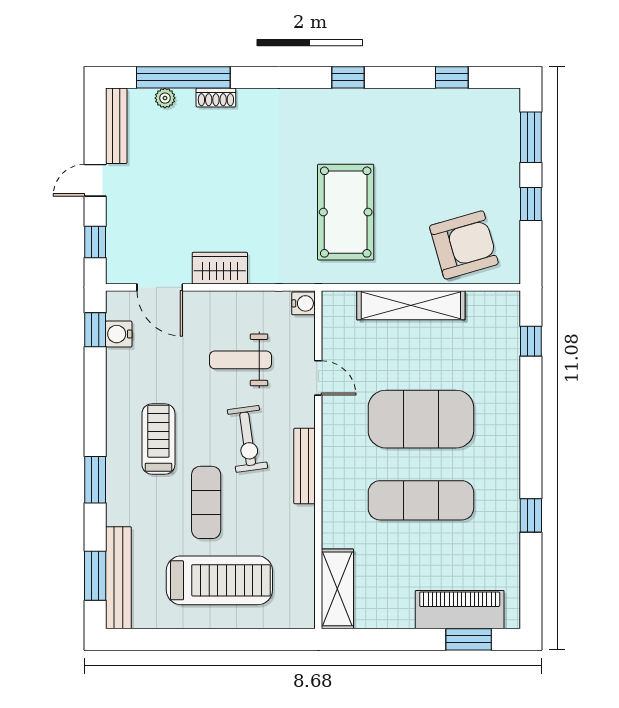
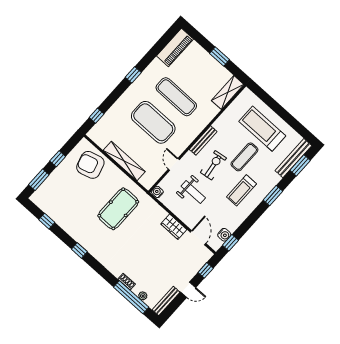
window: (531, 515) -> (133, 75), moved
piano: (460, 610) -> (175, 48), moved, turned -90
window: (469, 639) -> (220, 57), moved

